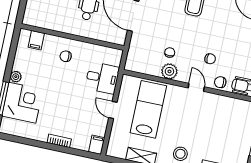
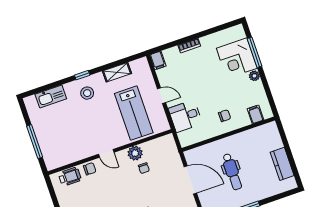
chair: (210, 59) -> (109, 183), removed

